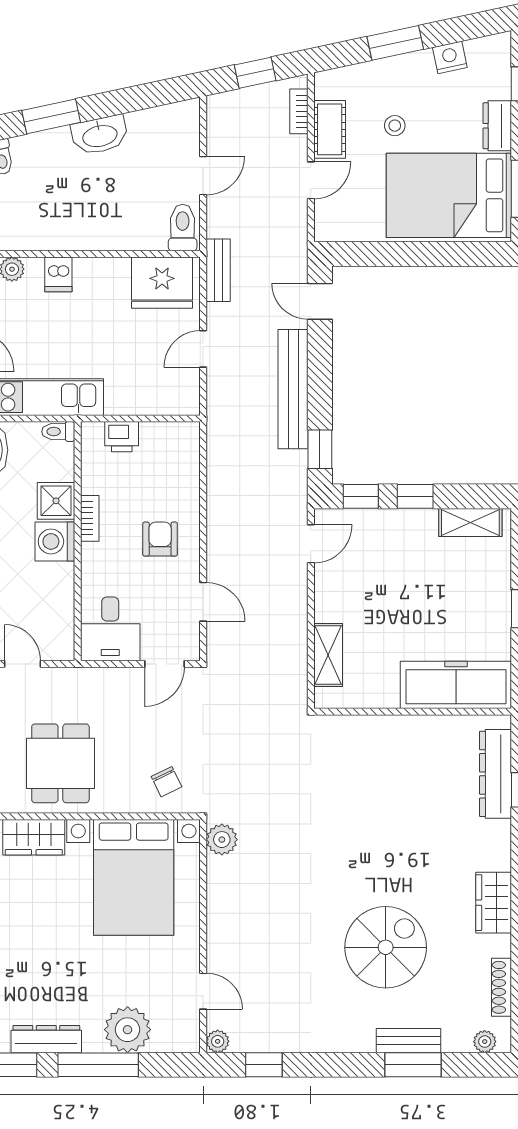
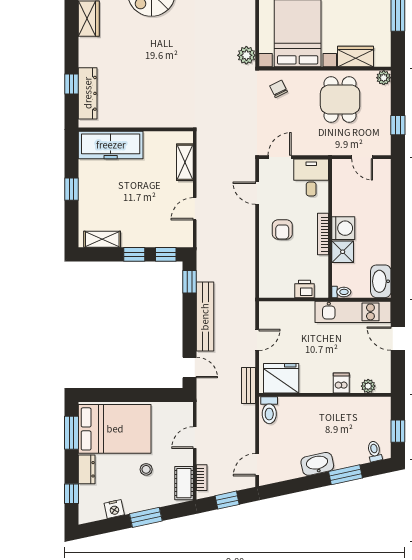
cot: (330, 129) -> (184, 483), moved
door: (203, 176) -> (257, 465), moved
bookcase: (90, 518) -> (323, 234), width x1.56
door: (311, 544) -> (195, 209), moved

